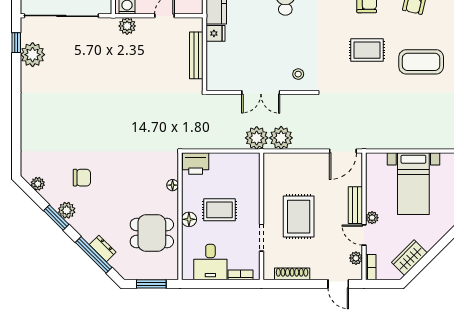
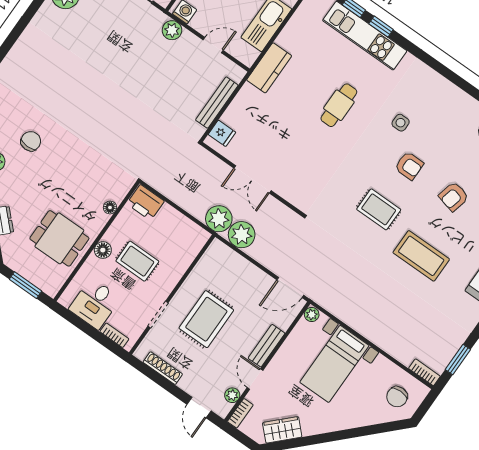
fridge: (215, 33) -> (222, 133), moved
stool: (298, 74) -> (299, 187), removed
chair: (82, 178) -> (31, 141), turned -90
plant: (372, 218) -> (312, 314), moved

